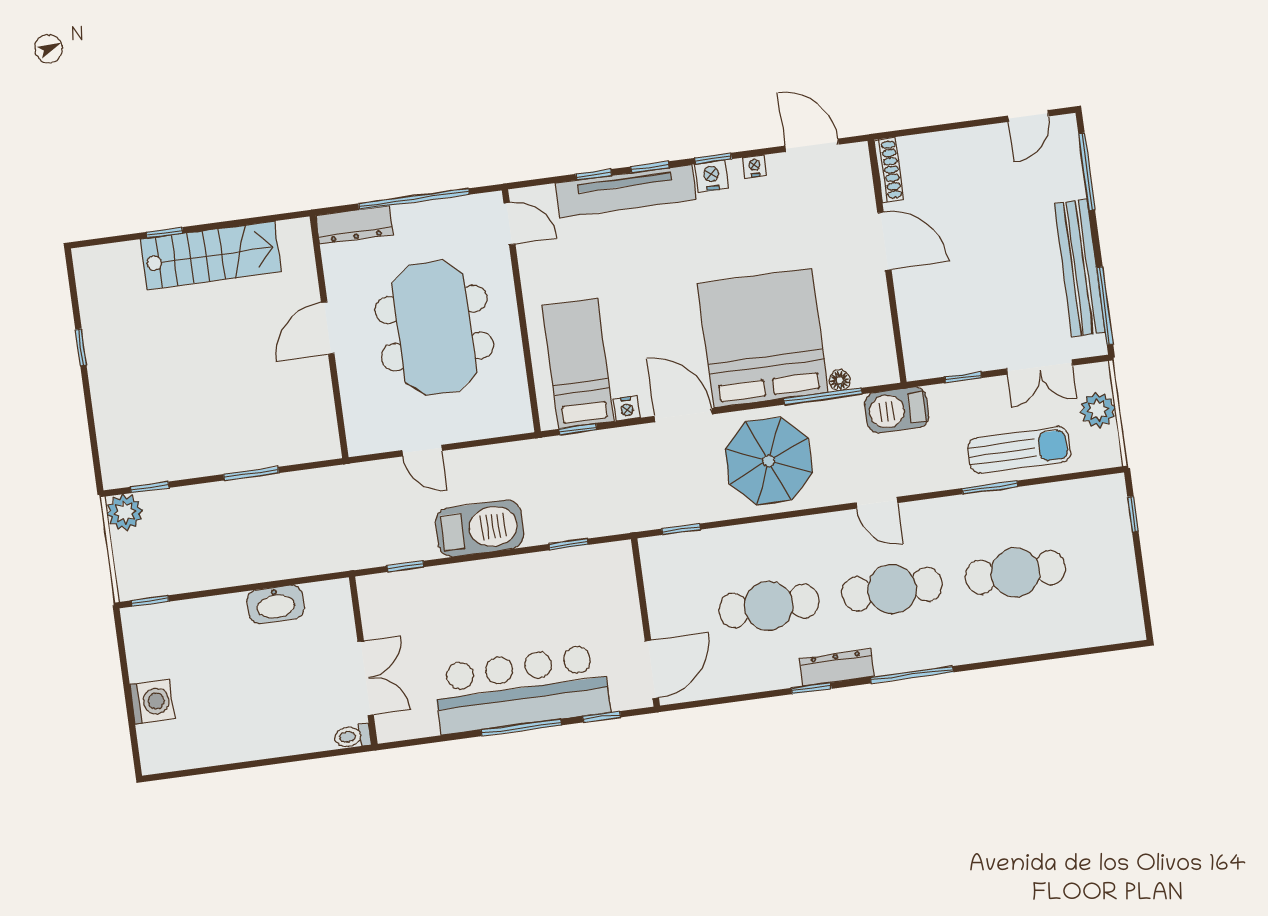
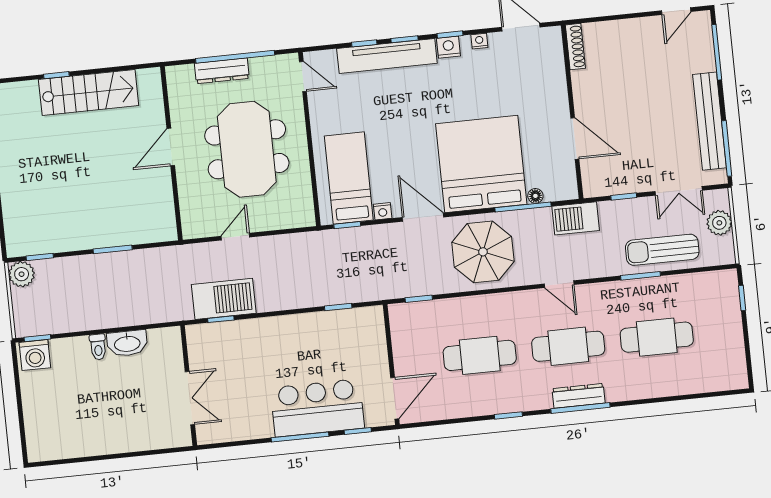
dresser: (355, 225) -> (222, 71), moved
door: (884, 241) -> (575, 138), moved
sun lounger: (1019, 450) -> (662, 250), turned 180
door: (422, 451) -> (235, 237), swing flipped
barbecue: (480, 528) -> (224, 299), moved
dresser: (837, 668) -> (579, 396), moved
bar counter: (522, 689) -> (317, 408), width x0.73
washing machine: (152, 702) -> (35, 355), moved, turned 90
toilet: (352, 736) -> (98, 347), moved, turned -90

